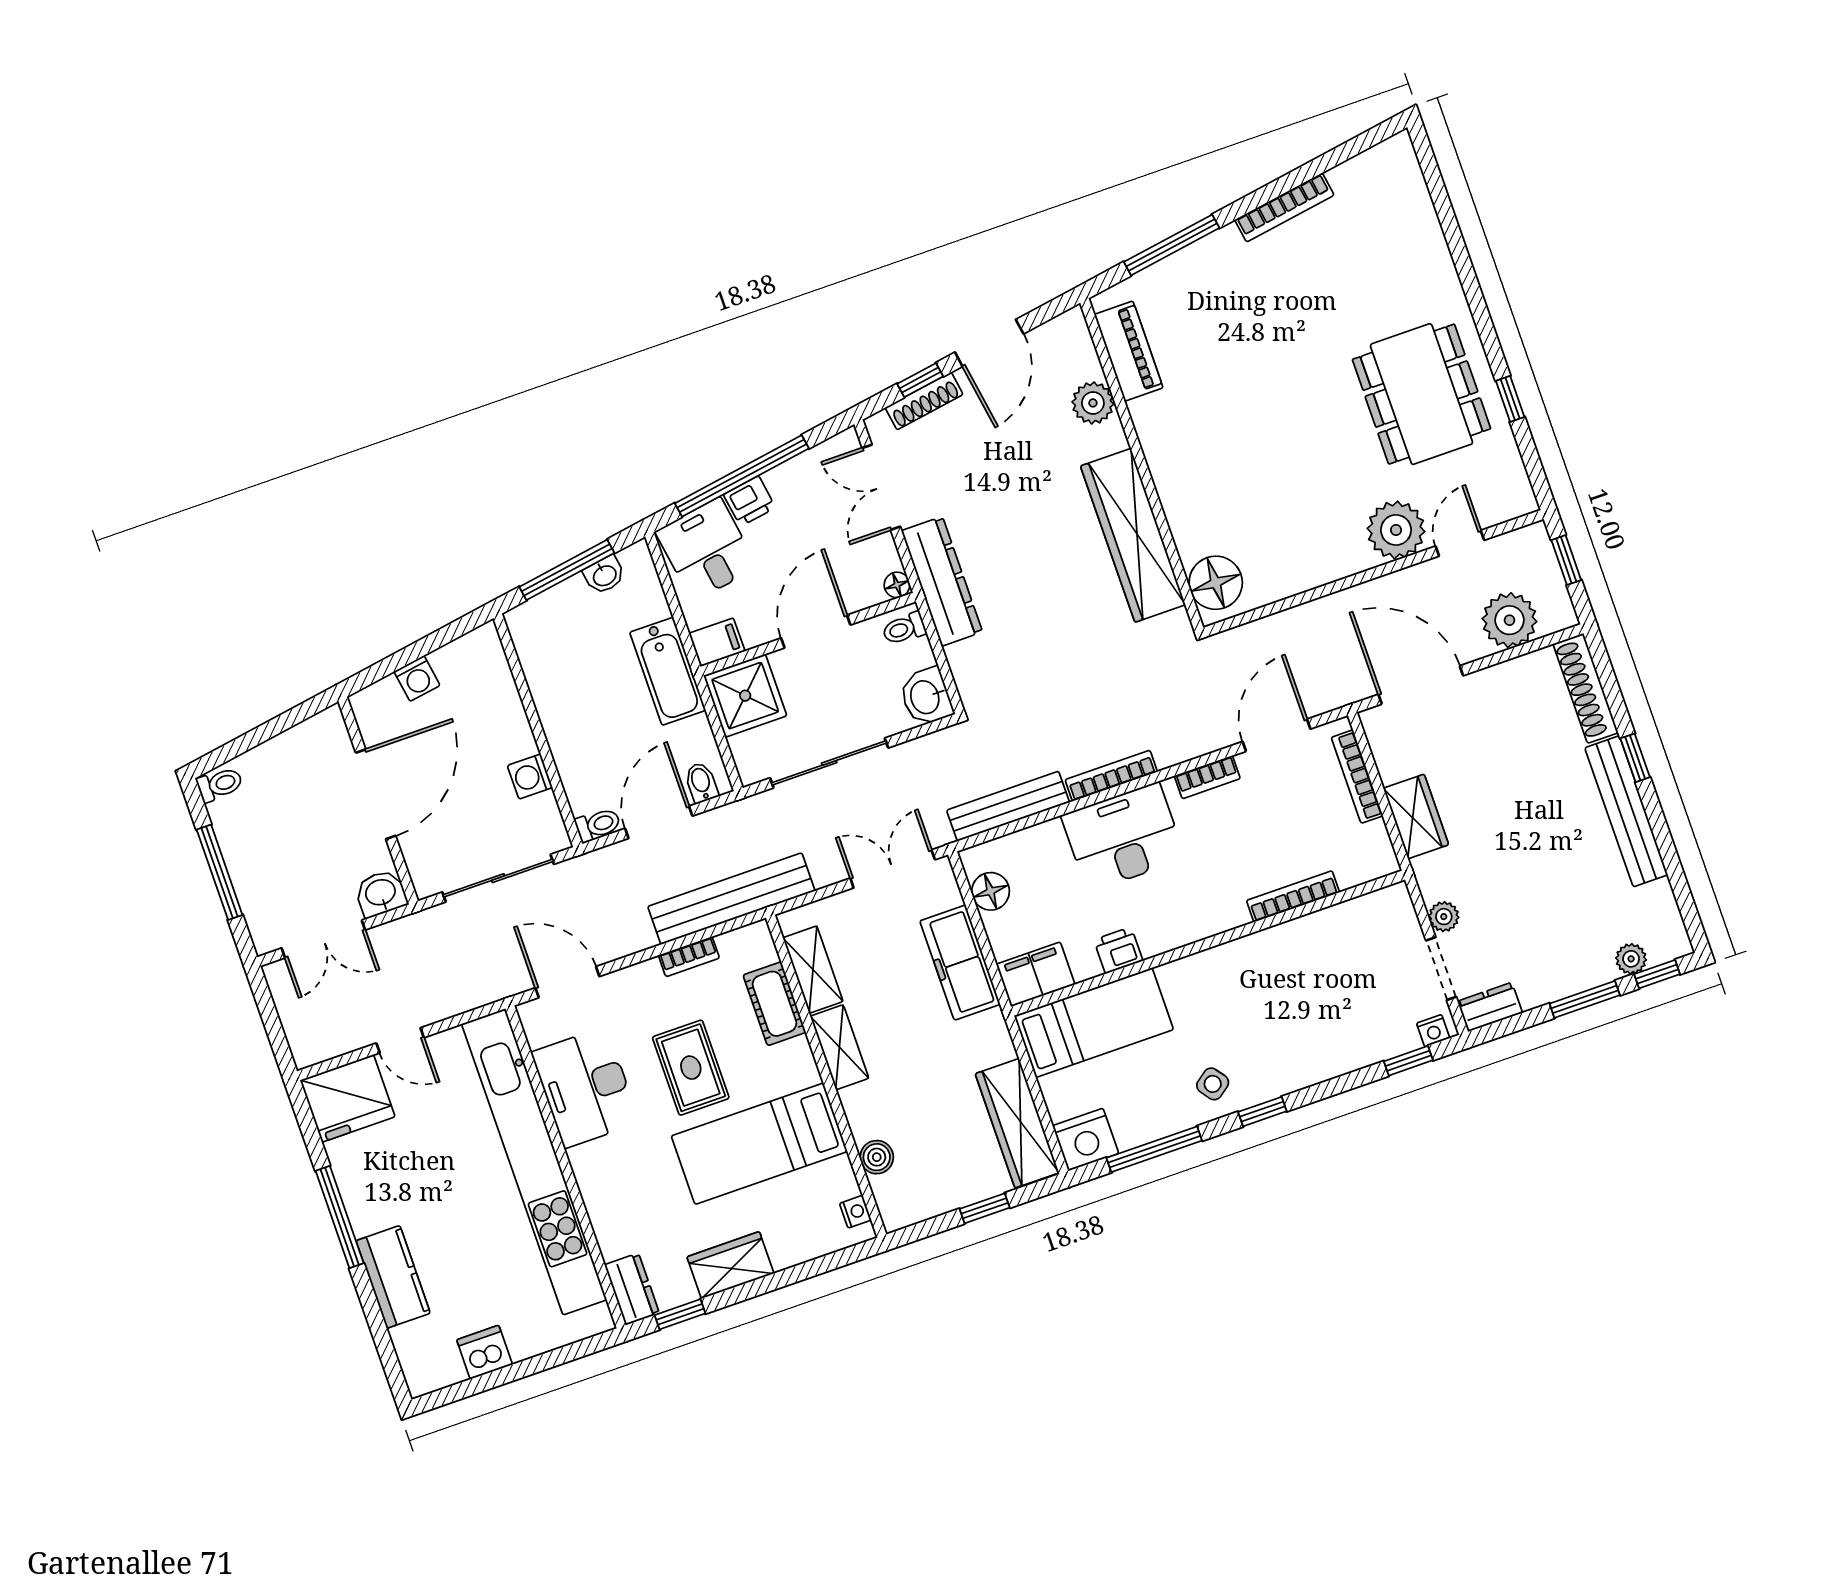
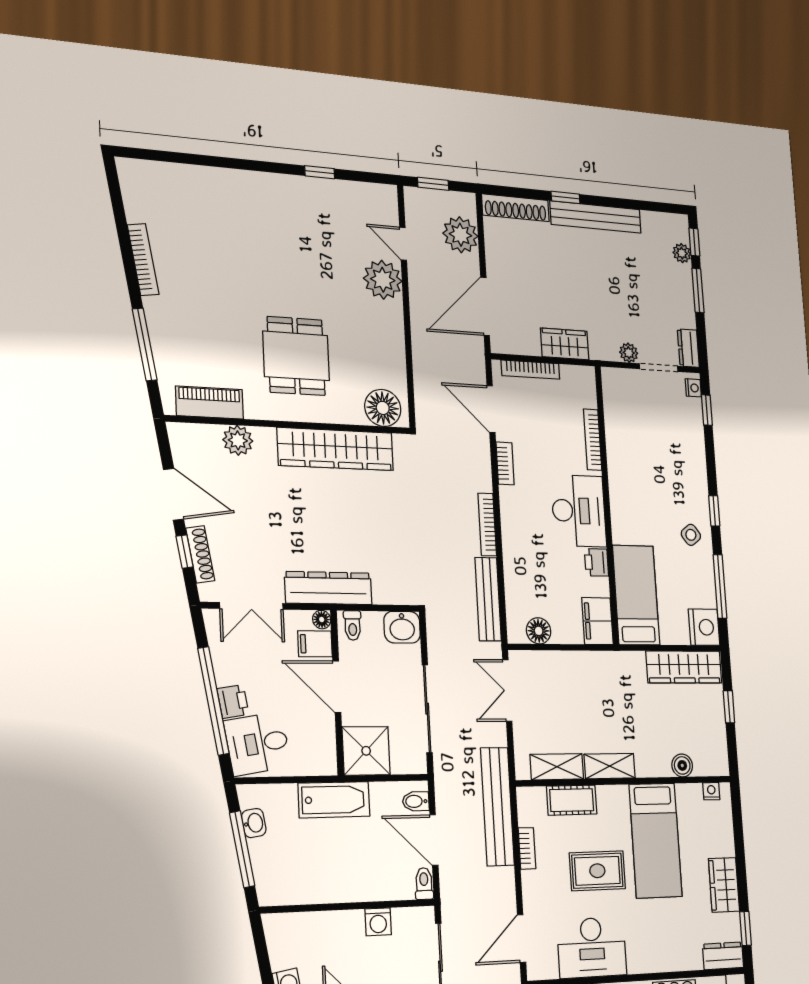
dining table: (1422, 394) -> (296, 356), moved, width x0.73
filing cabinet: (717, 642) -> (315, 644), moved, turned -90
desk: (1123, 837) -> (579, 511), moved, turned 180
freezer: (960, 963) -> (578, 667), removed

